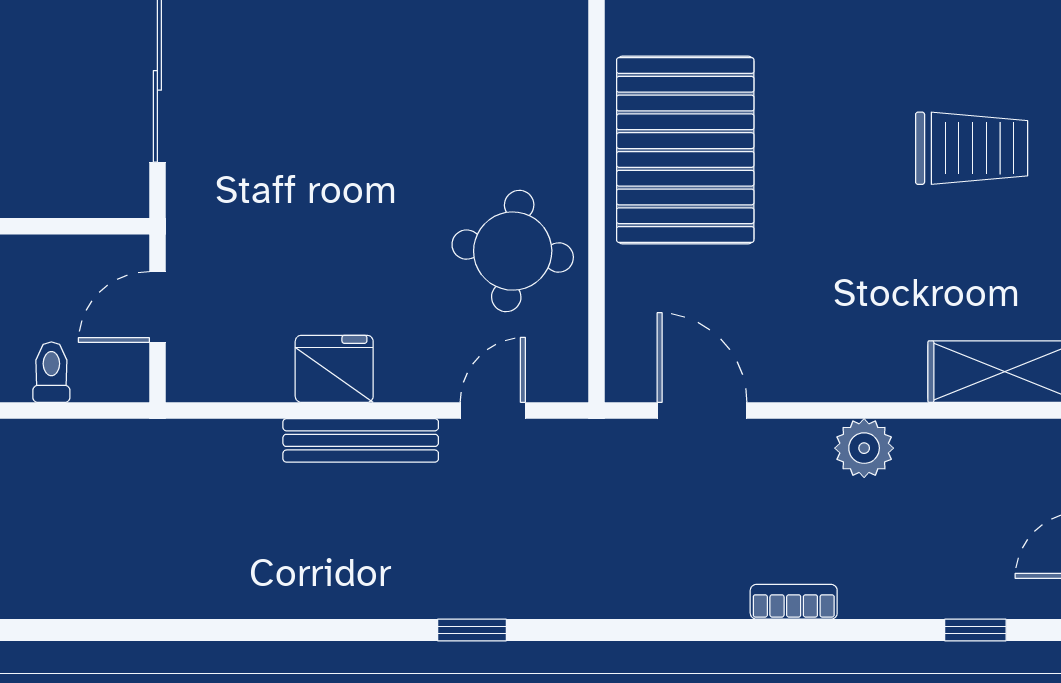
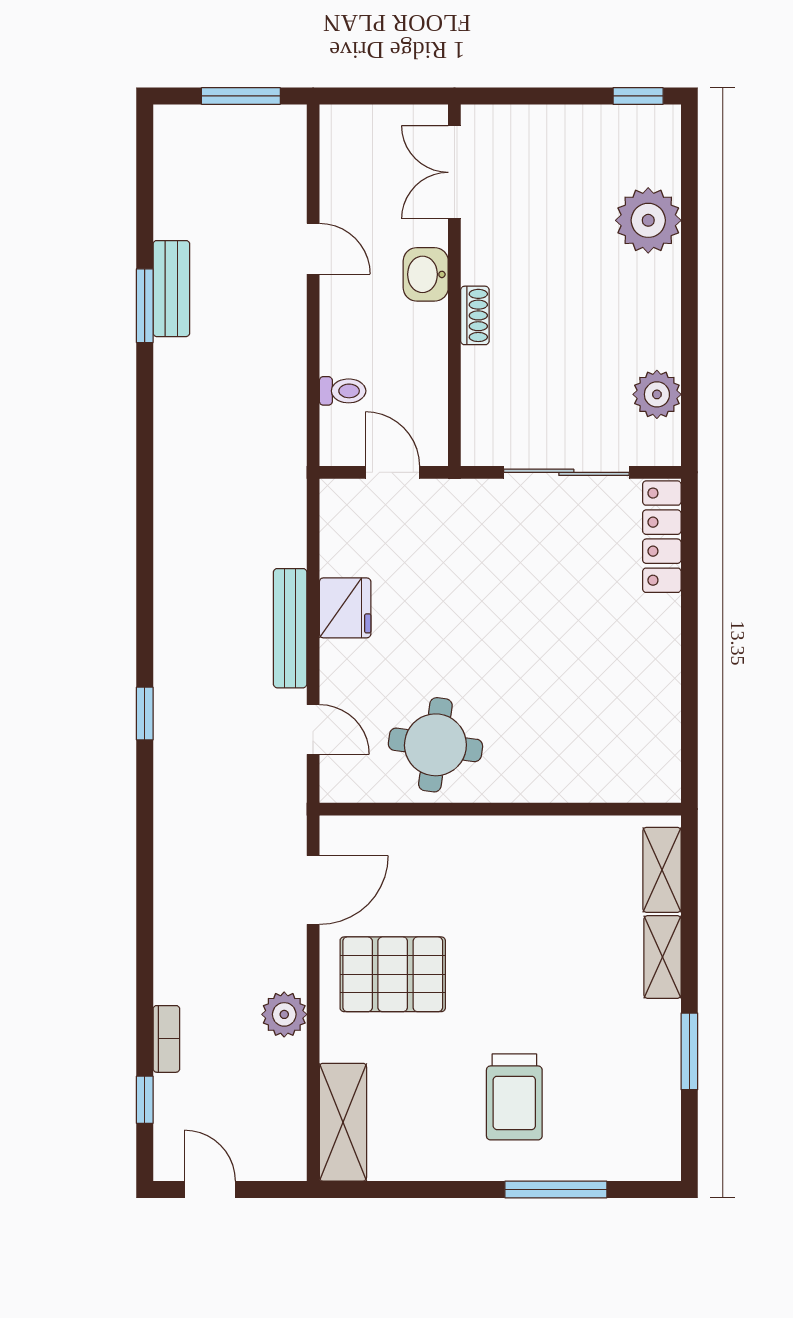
pallet: (685, 150) -> (393, 974), moved, width x0.73, depth x0.71
bookcase: (794, 602) -> (166, 1039), moved

